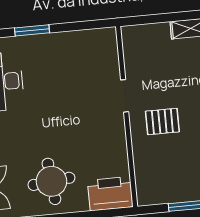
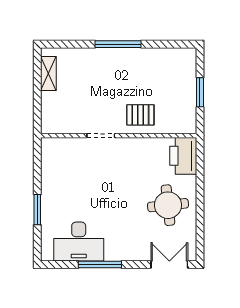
pallet: (162, 122) -> (140, 115), moved, turned 90

